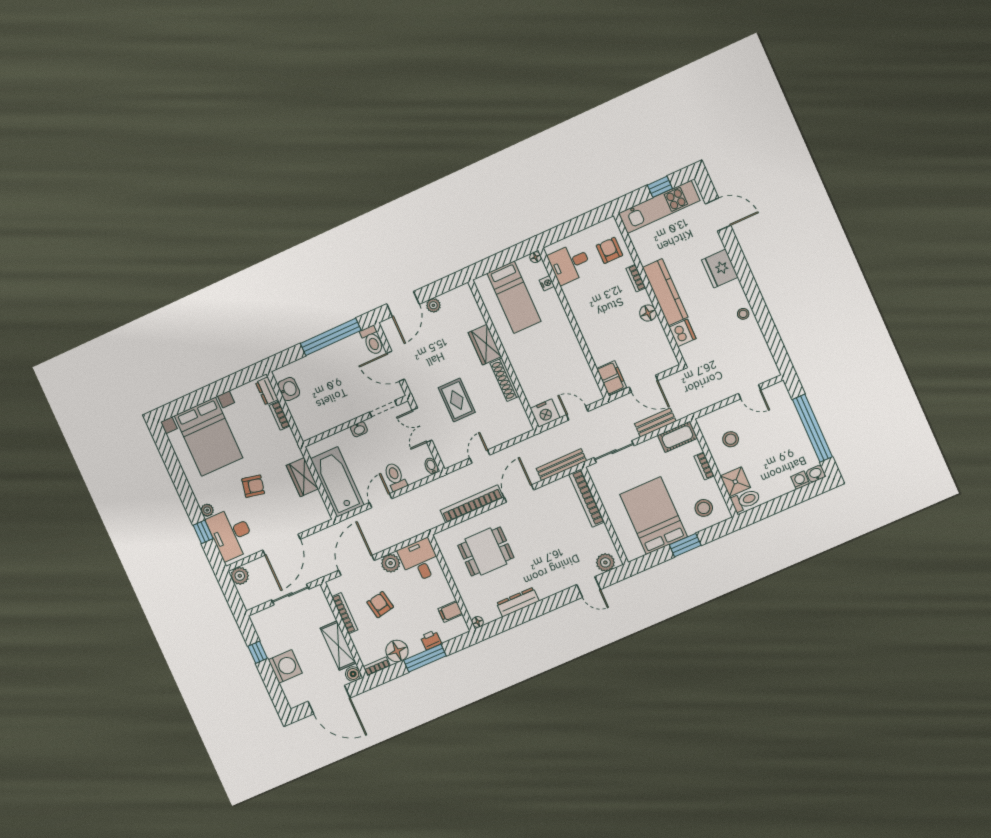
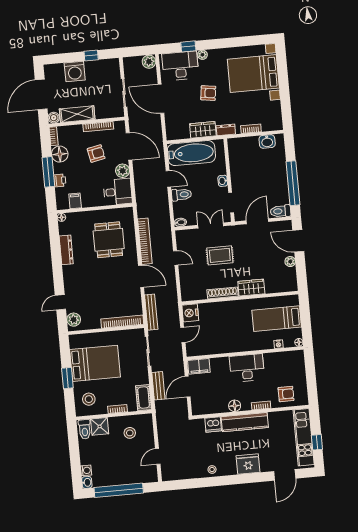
desk: (570, 263) -> (247, 368), moved, width x1.37
dresser: (267, 391) -> (226, 130), moved
armchair: (253, 486) -> (208, 93), turned -94

